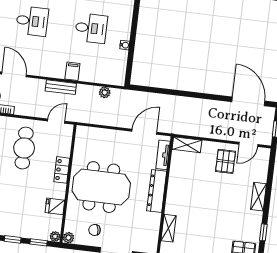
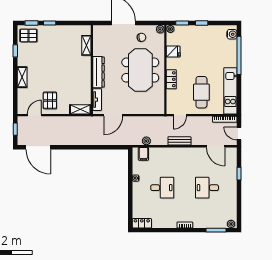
desk: (91, 28) -> (162, 188), turned 180
filing cabinet: (72, 71) -> (143, 154), moved
meeting table: (101, 187) -> (140, 70), turned 90

